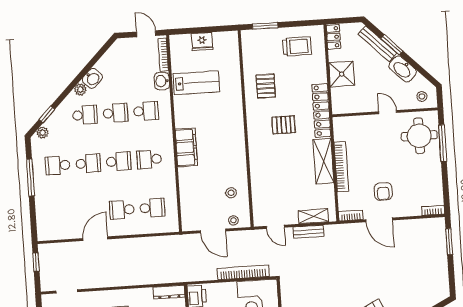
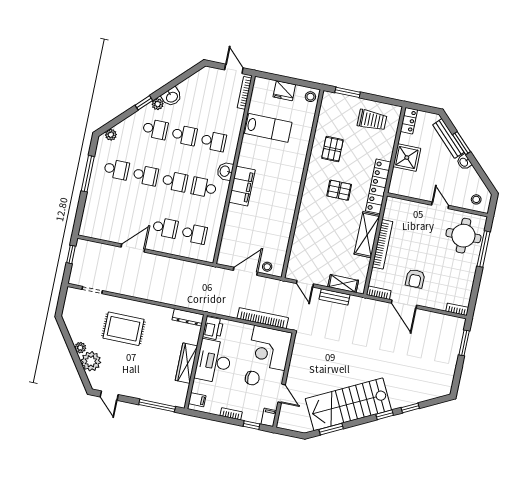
washbasin: (403, 69) -> (464, 162), width x0.52, depth x0.69
washbasin: (162, 81) -> (225, 171), moved
window: (47, 114) -> (144, 103), moved
school desk: (58, 165) -> (116, 169), turned 180
stool: (231, 193) -> (310, 97), moved
school desk: (122, 210) -> (165, 228), turned 180
door: (213, 231) -> (245, 271), swing flipped

